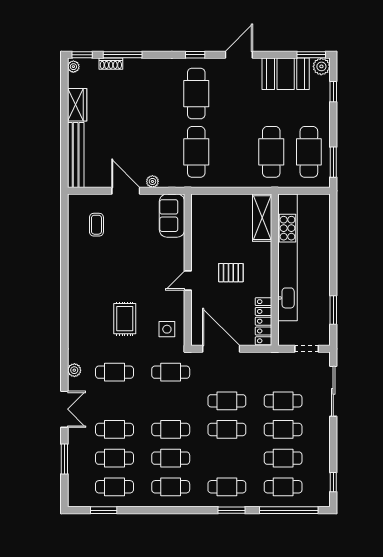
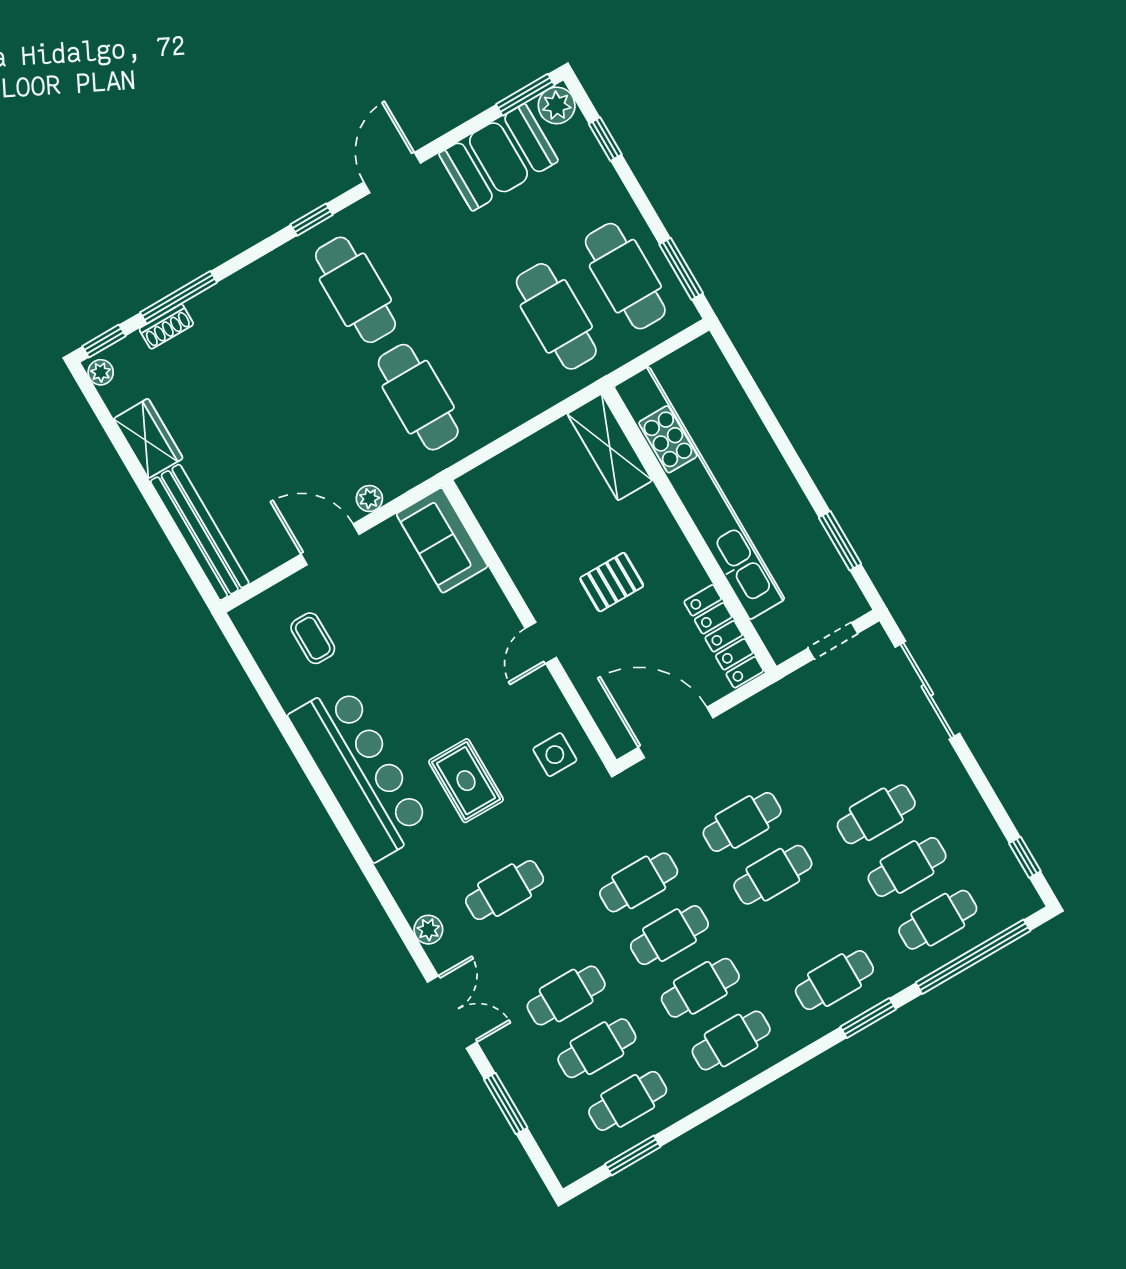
bar counter: (84, 290) -> (360, 772), added
cafe table: (171, 372) -> (639, 882), moved
cafe table: (283, 401) -> (845, 762), removed

